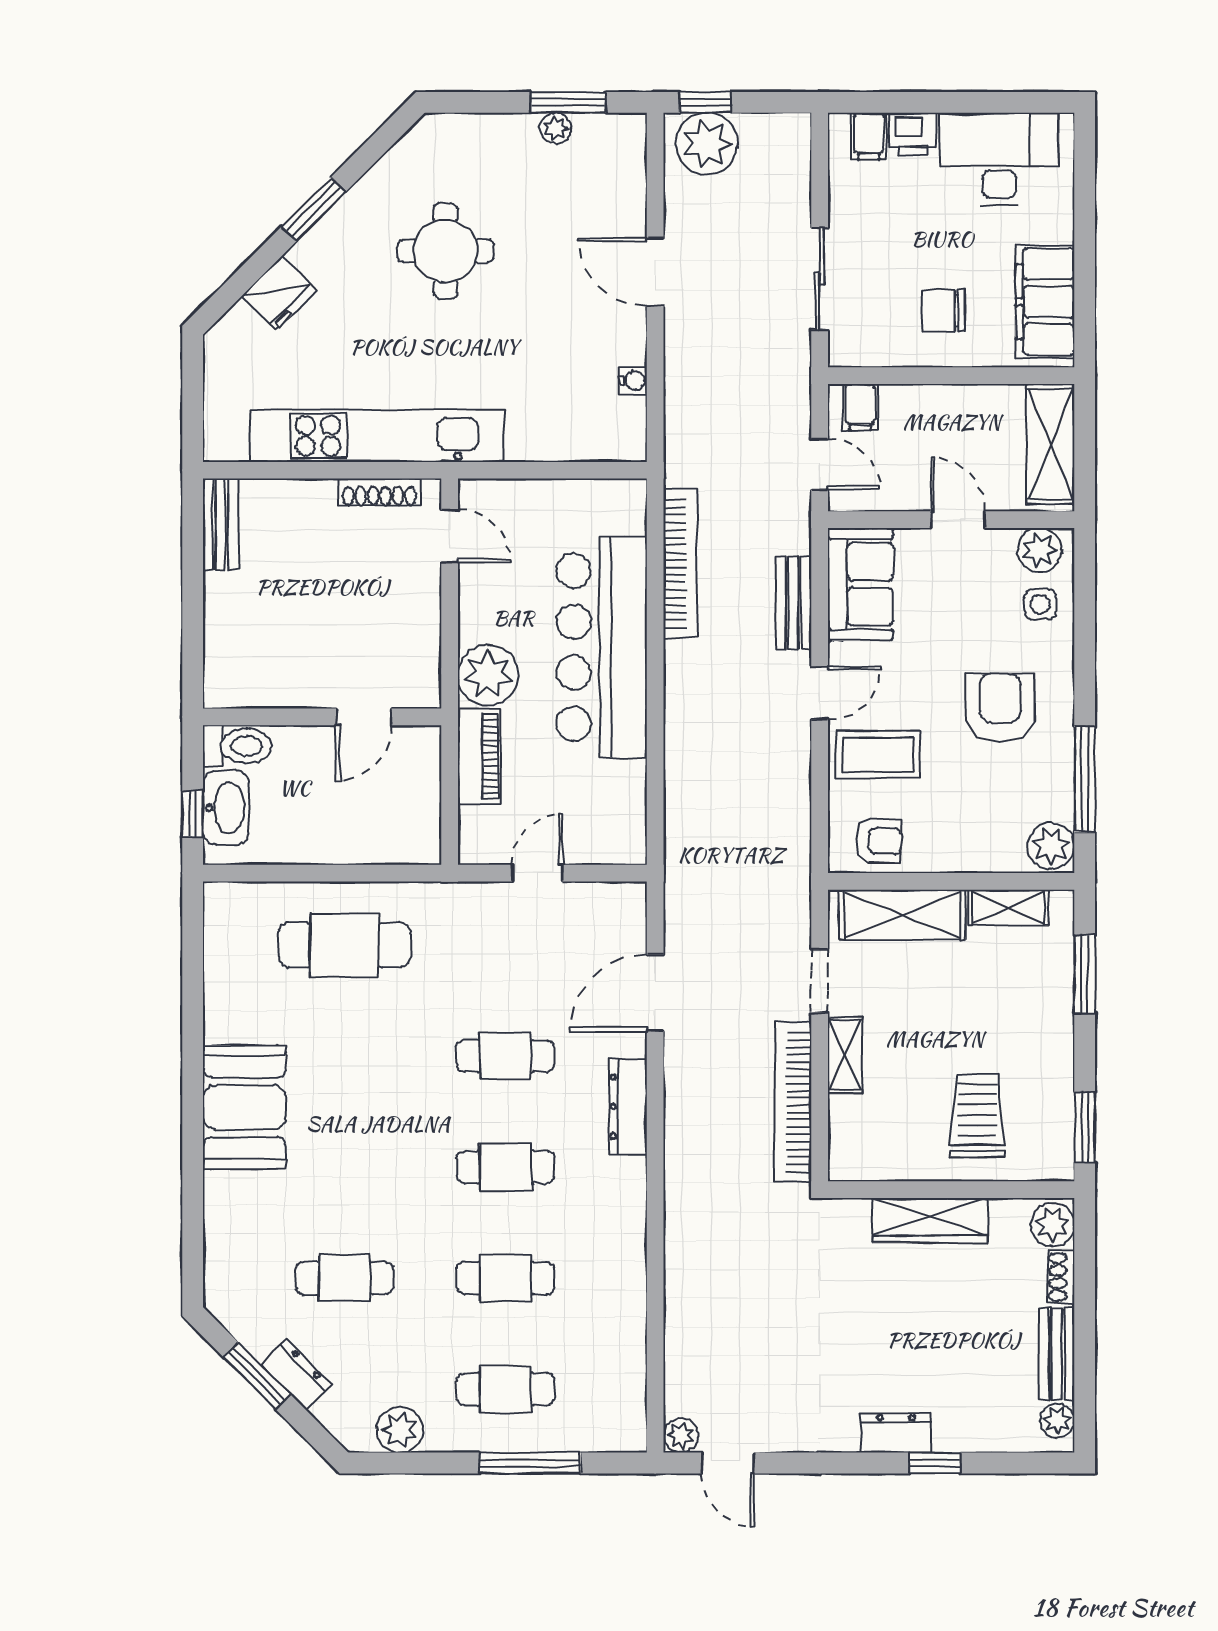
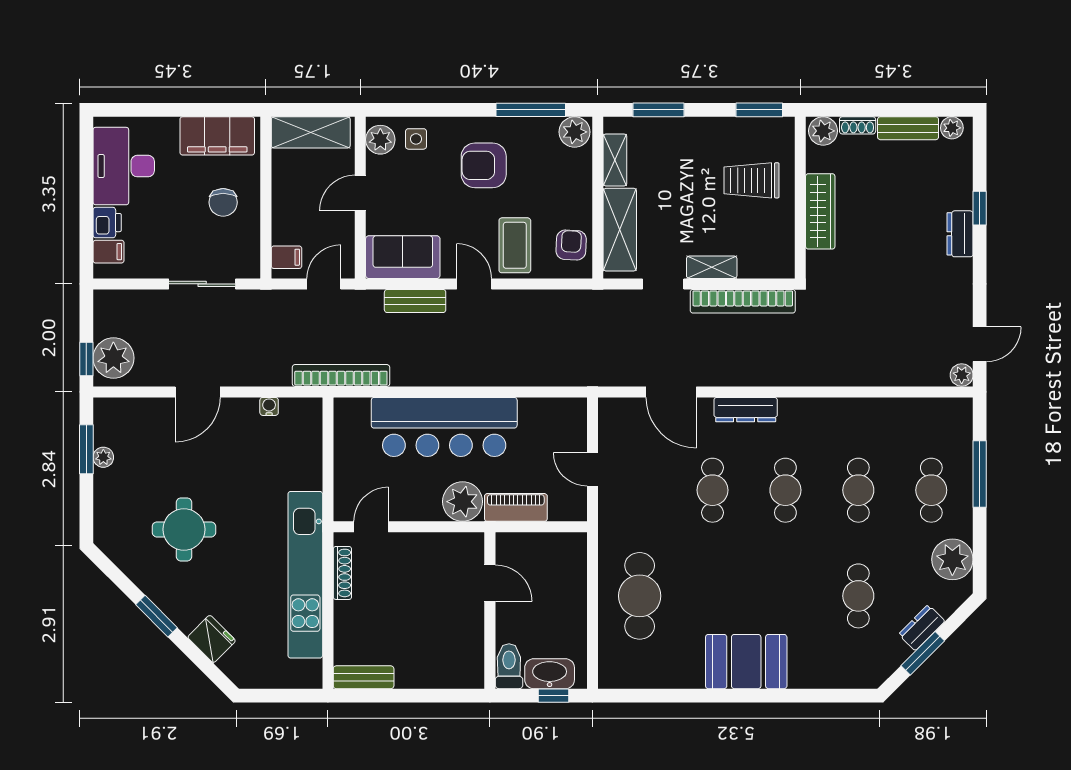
bookcase: (680, 564) -> (341, 375), moved
plant: (400, 1430) -> (952, 559), width x1.36, depth x1.36

